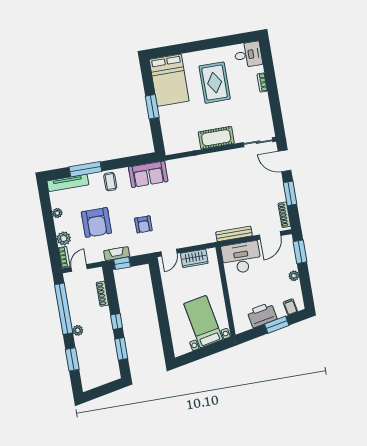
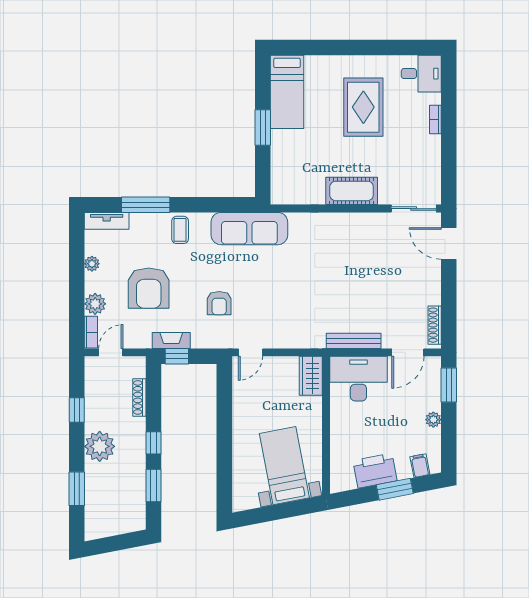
bed: (169, 80) -> (287, 92), width x0.67
sofa: (148, 174) -> (249, 229), width x1.36
tv unit: (68, 183) -> (107, 221), width x0.71
window: (290, 193) -> (449, 294), removed
wardrobe: (194, 258) -> (311, 376), moved, turned 90
window: (64, 309) -> (77, 410), width x0.32
plant: (78, 330) -> (100, 446), width x1.88, depth x1.88

